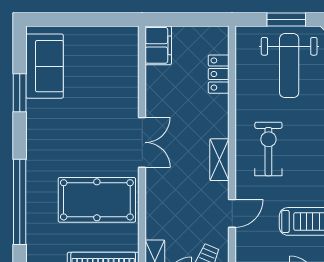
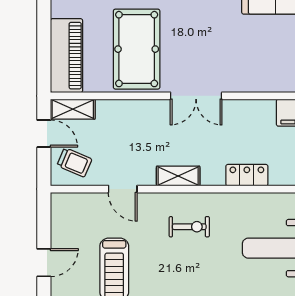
locker: (219, 74) -> (247, 175), moved
exercise bike: (268, 149) -> (189, 227), width x0.73, depth x0.72

